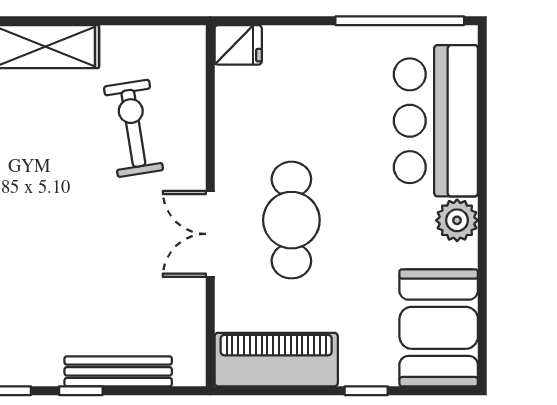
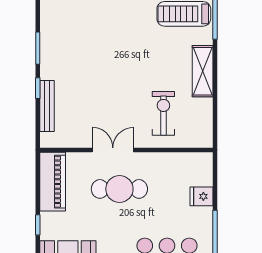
fridge: (238, 45) -> (202, 196), moved, turned 90
exercise bike: (133, 128) -> (163, 113), turned -81

